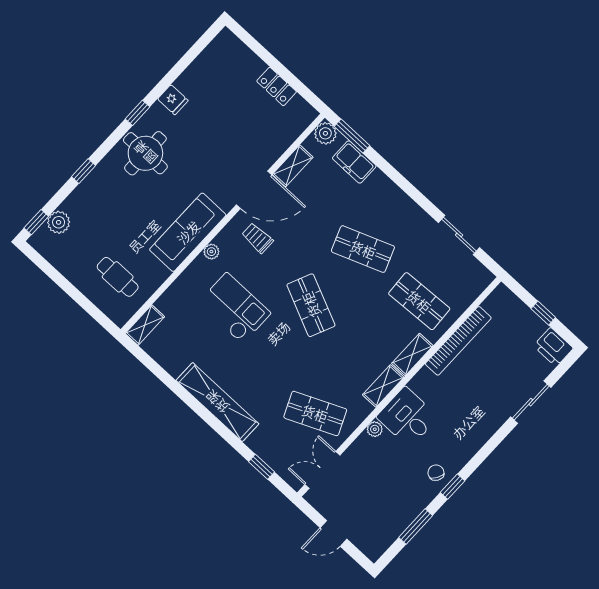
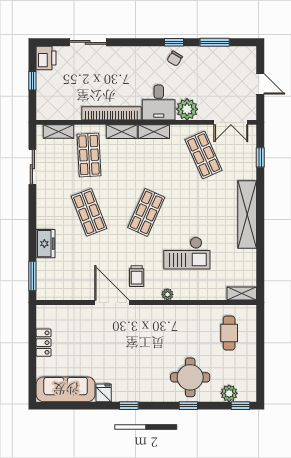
plant: (325, 133) -> (44, 292), removed
round table: (145, 153) -> (190, 377), moved
freezer: (354, 162) -> (46, 244), moved
shelving: (293, 166) -> (58, 132), moved
sofa: (188, 232) -> (66, 389), moved, turned 180
checkout: (234, 308) -> (187, 253), turned -90
bookcase: (458, 341) -> (112, 113), moved
plant: (375, 429) -> (187, 109), width x1.87, depth x1.87

